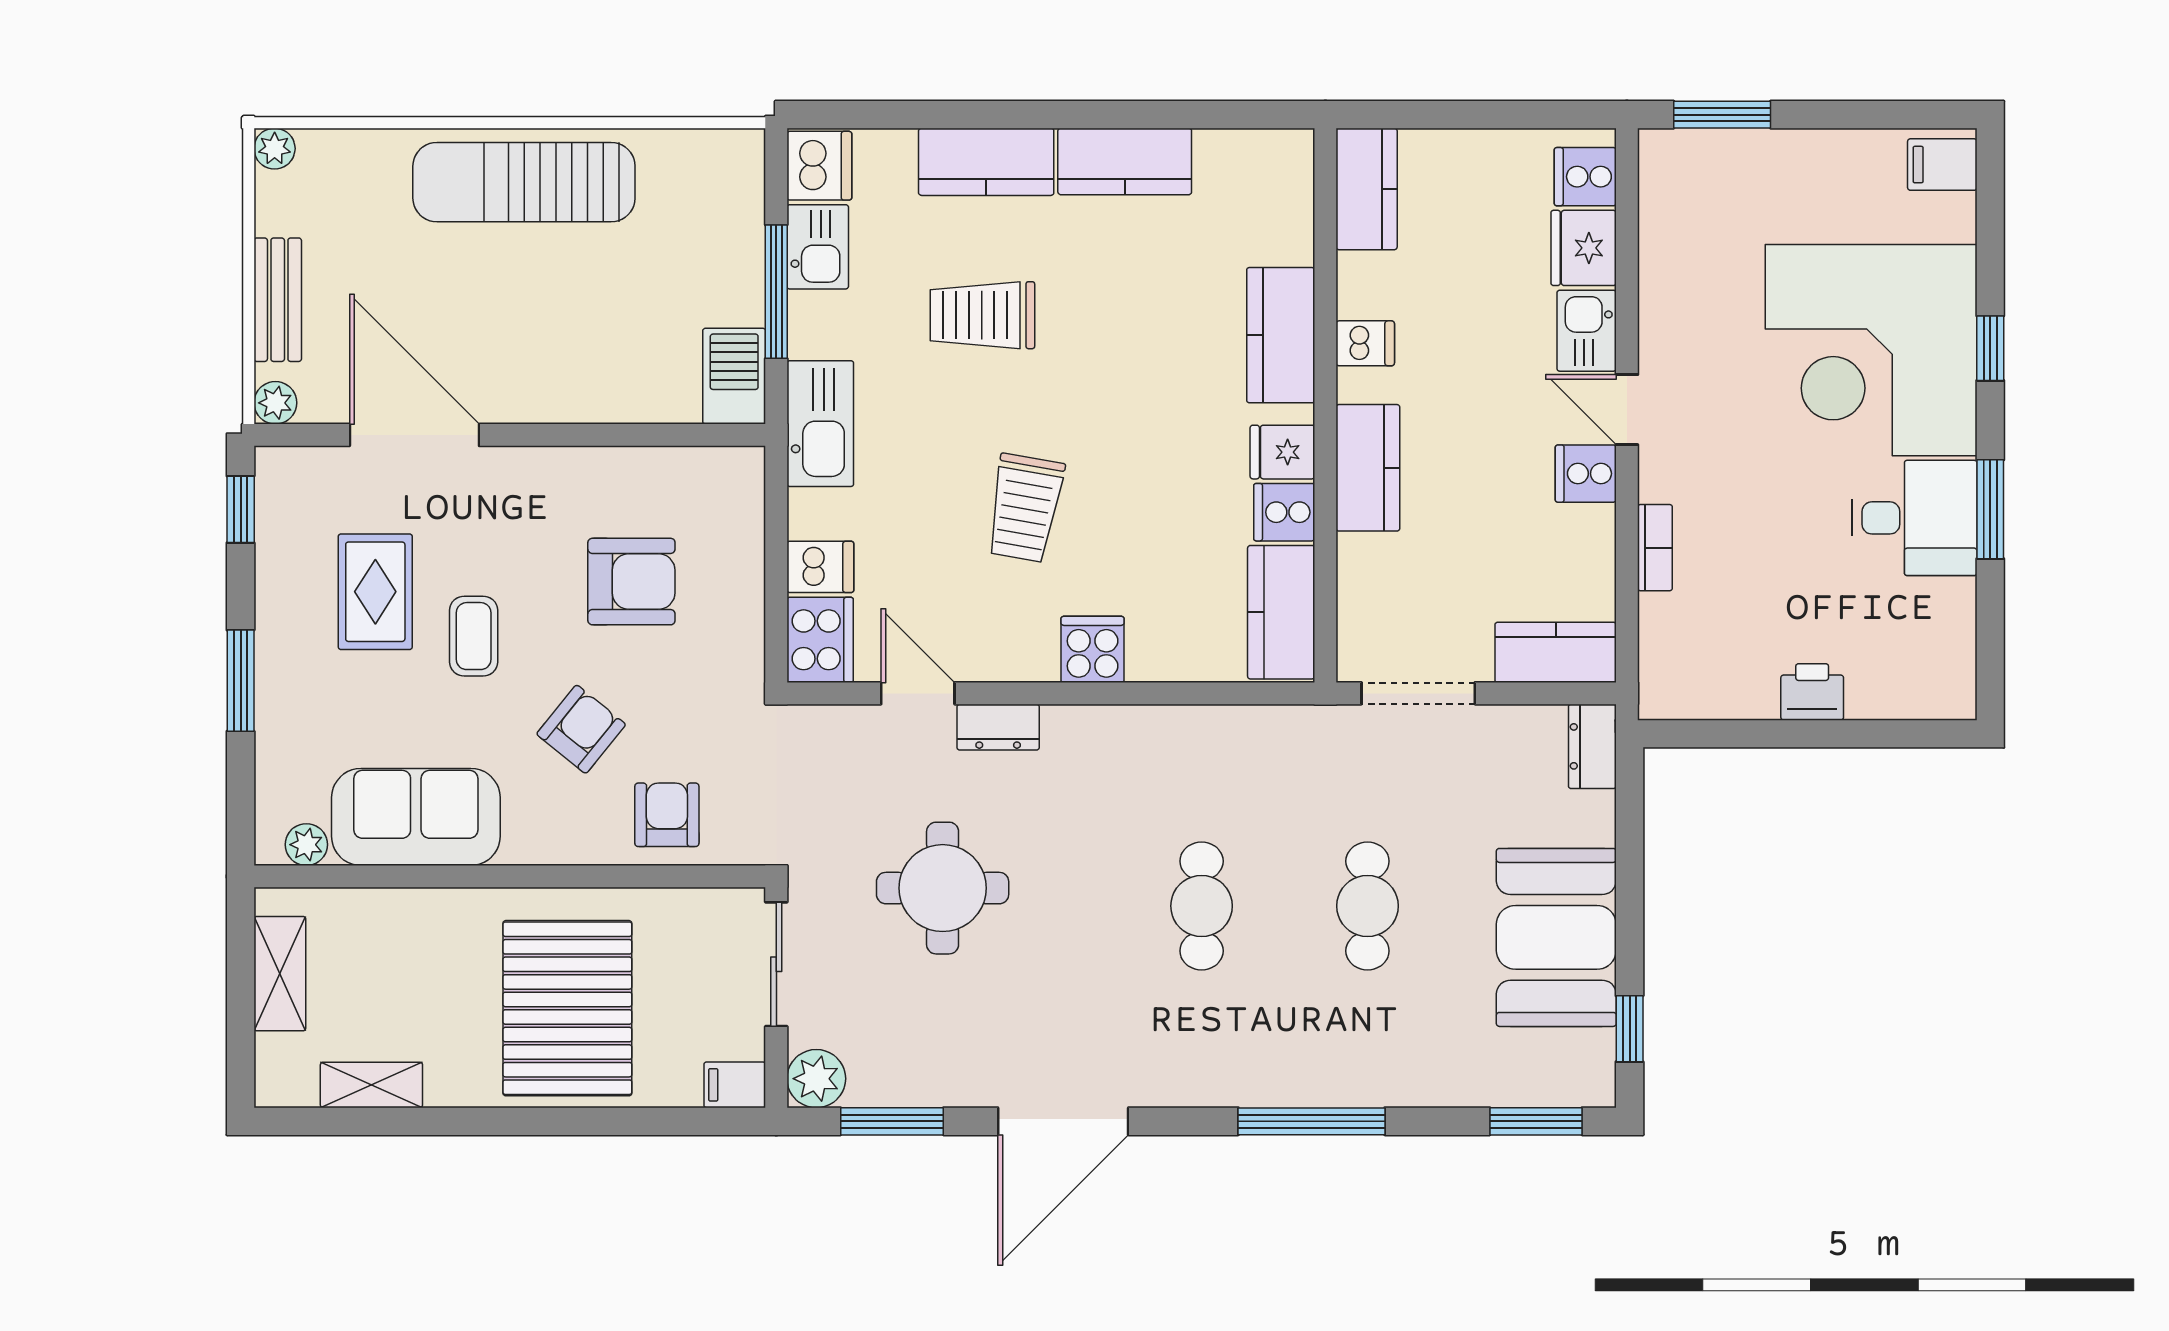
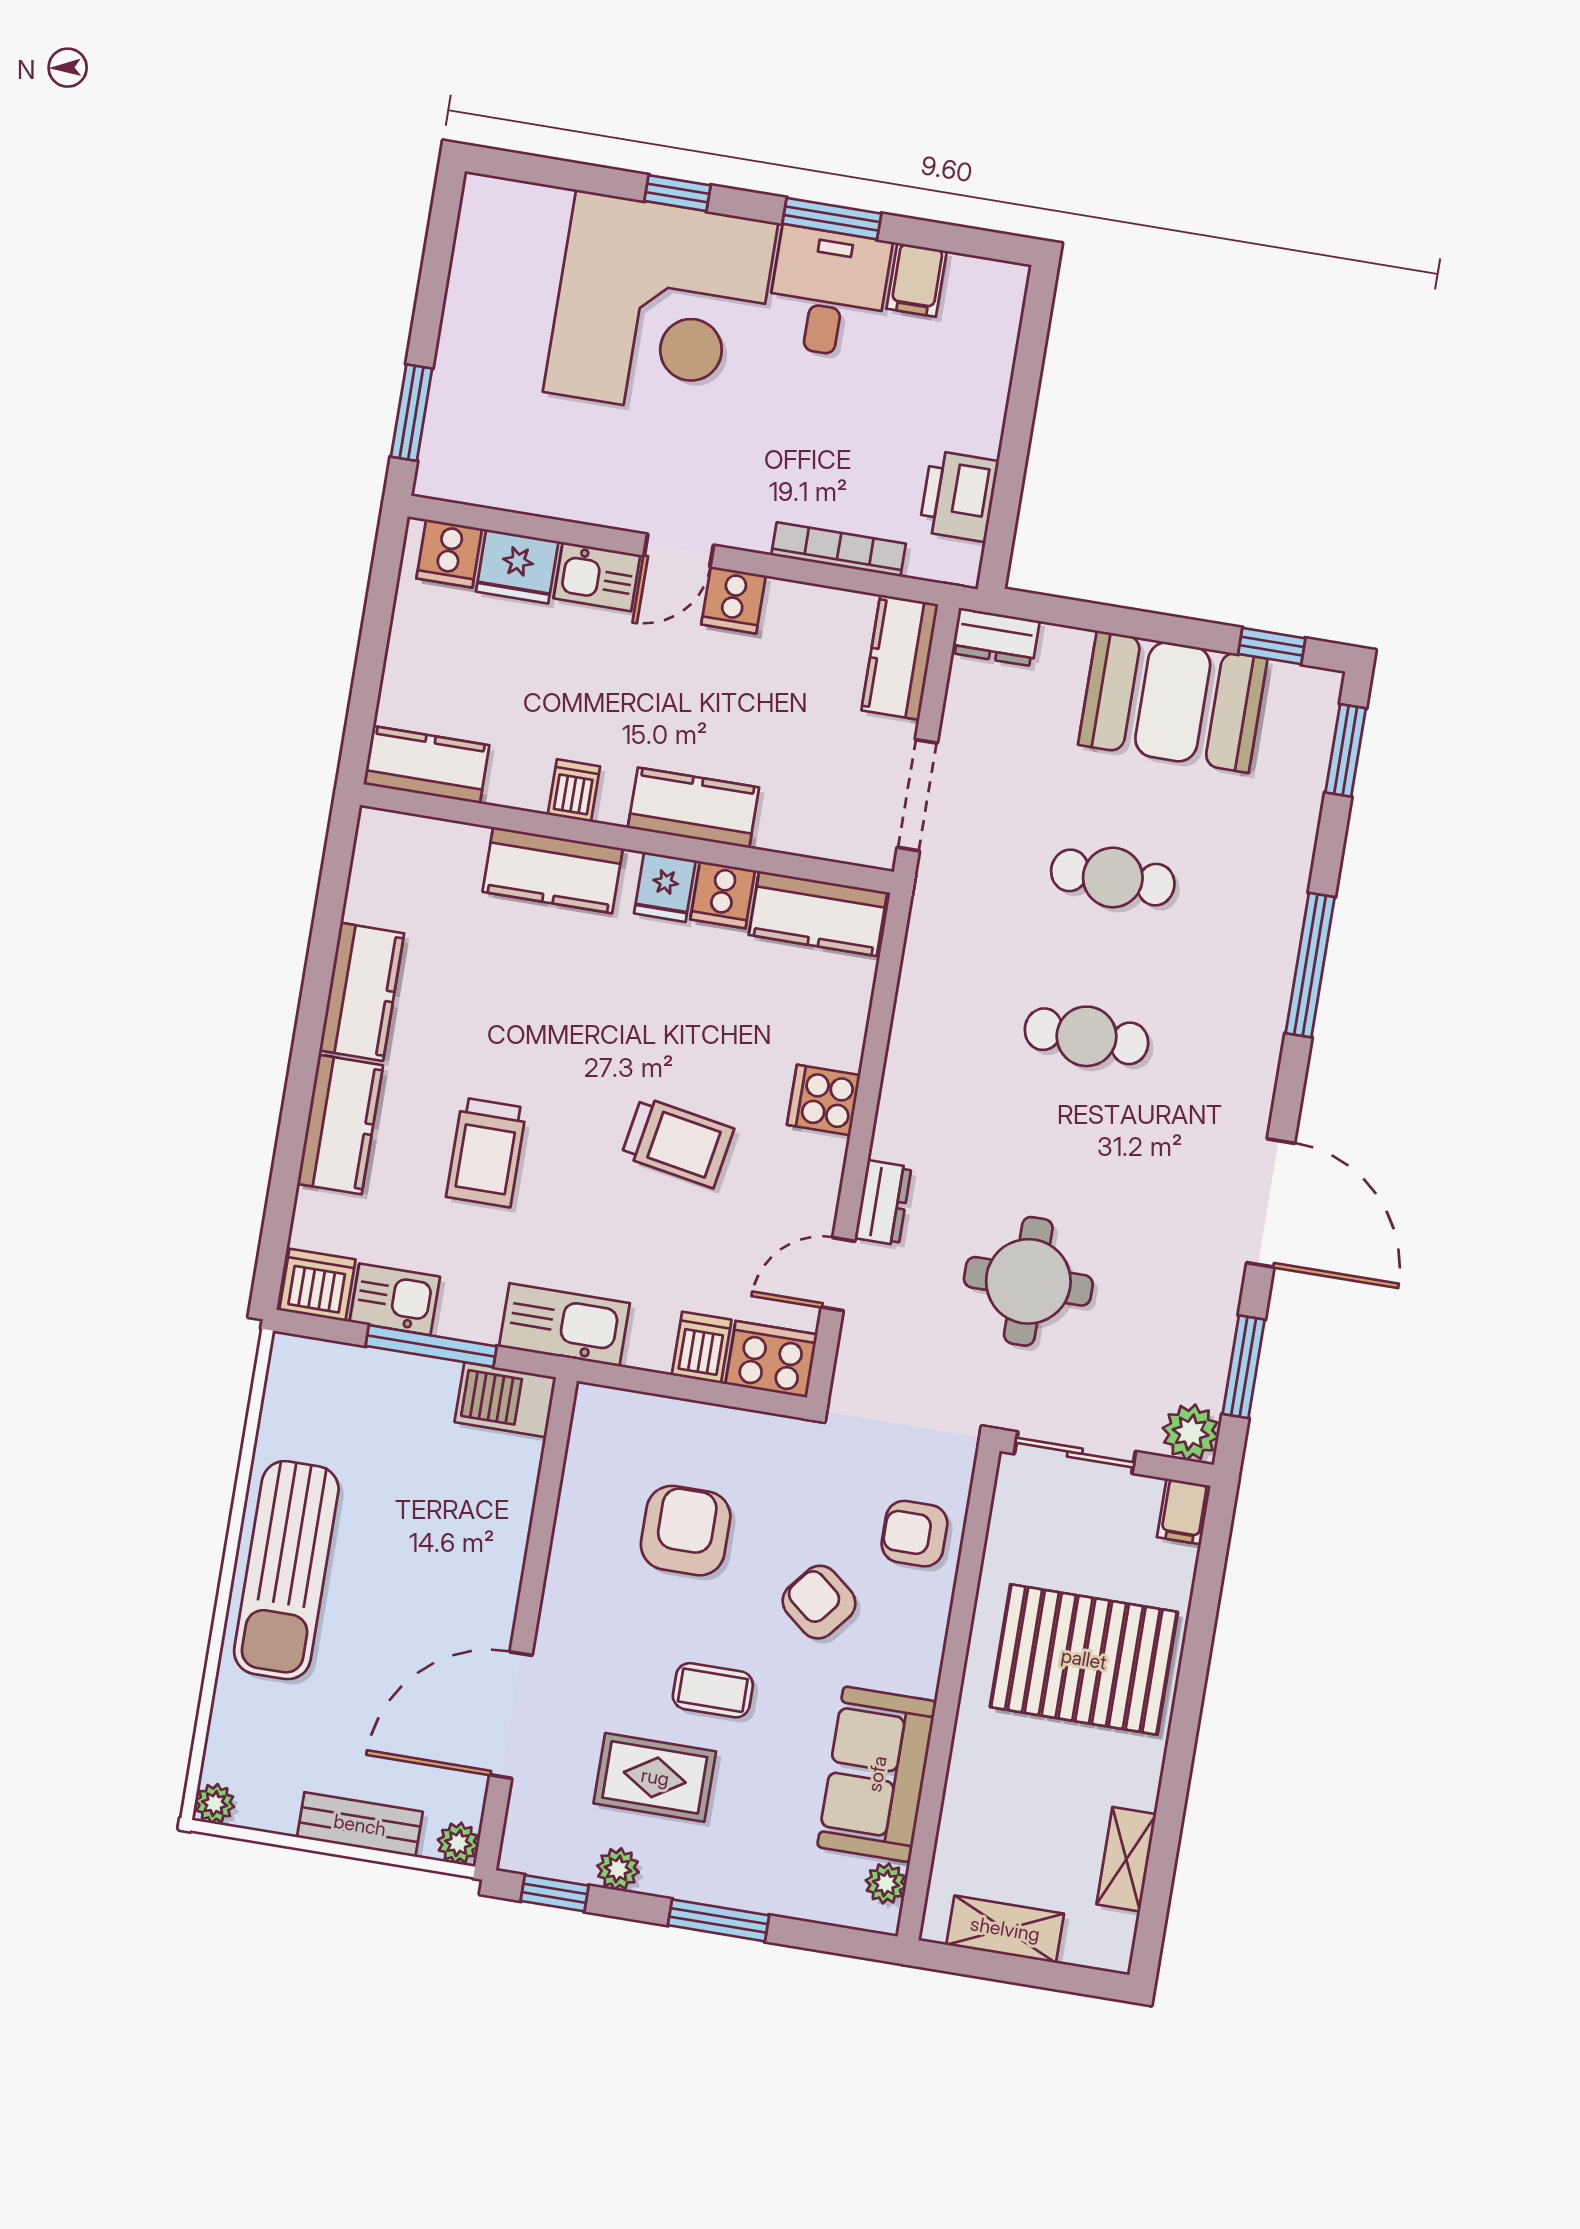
filing cabinet: (1942, 165) -> (917, 280), moved
bookcase: (1655, 548) -> (839, 549), width x1.56
plant: (276, 570) -> (618, 1869), added
printer: (1812, 692) -> (959, 496), moved, width x1.36, depth x1.24

